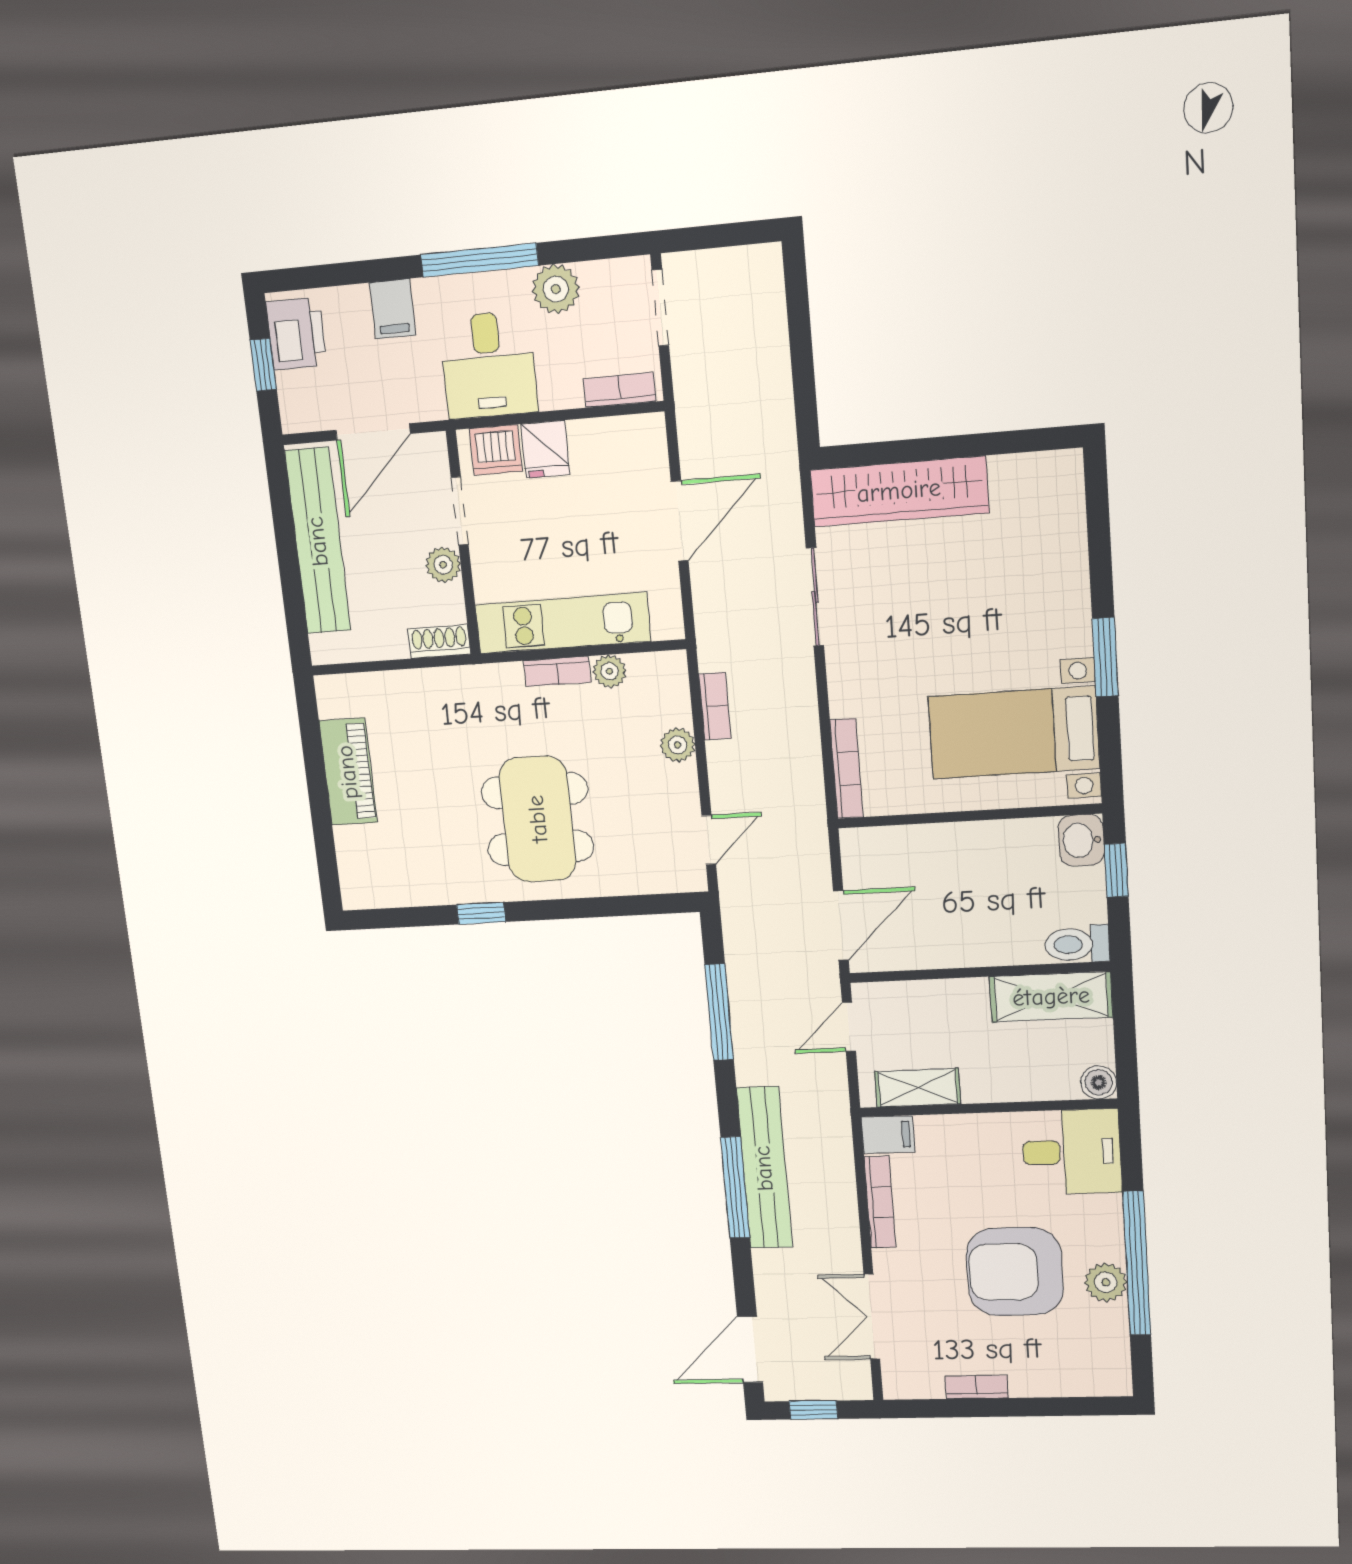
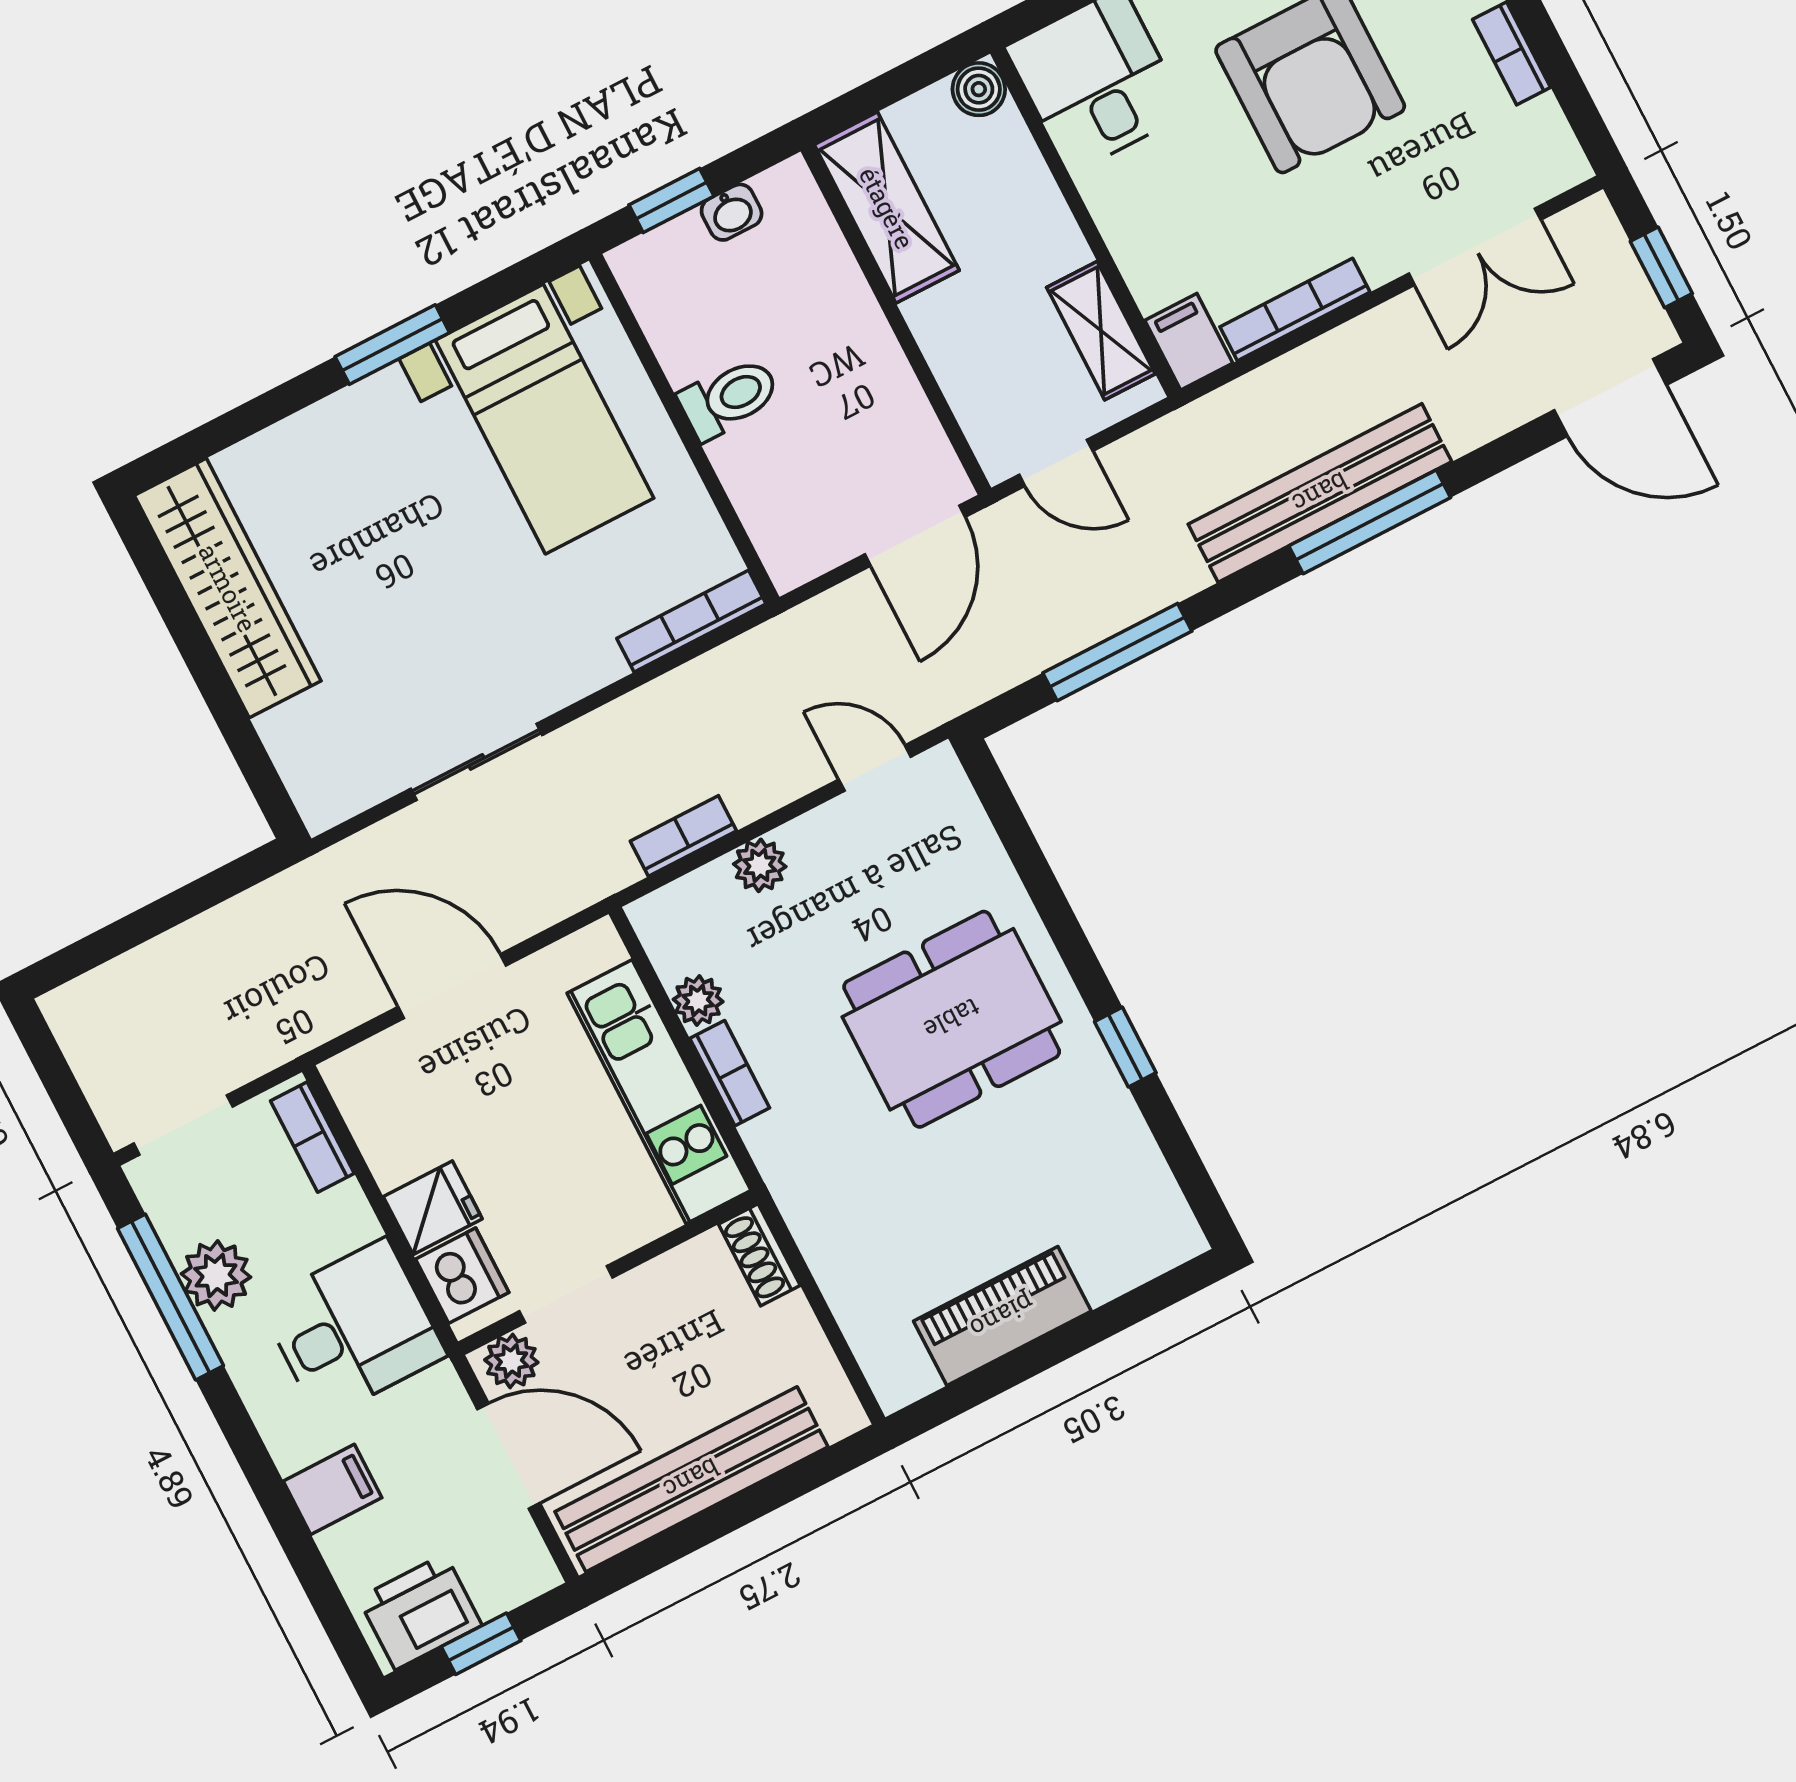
window: (480, 260) -> (170, 1297), moved
wardrobe: (899, 491) -> (228, 588), moved
plant: (443, 565) -> (511, 1361), moved
washbasin: (1081, 840) -> (732, 212), moved, width x0.72, depth x0.69
door: (841, 926) -> (915, 536), swing flipped
toilet: (1077, 944) -> (729, 398), moved, turned -90

